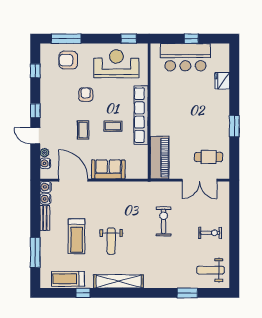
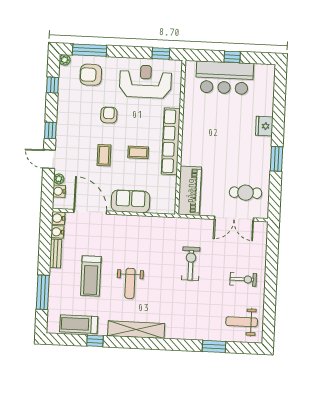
plant: (45, 48) -> (65, 60), added
fridge: (222, 81) -> (264, 126), moved

